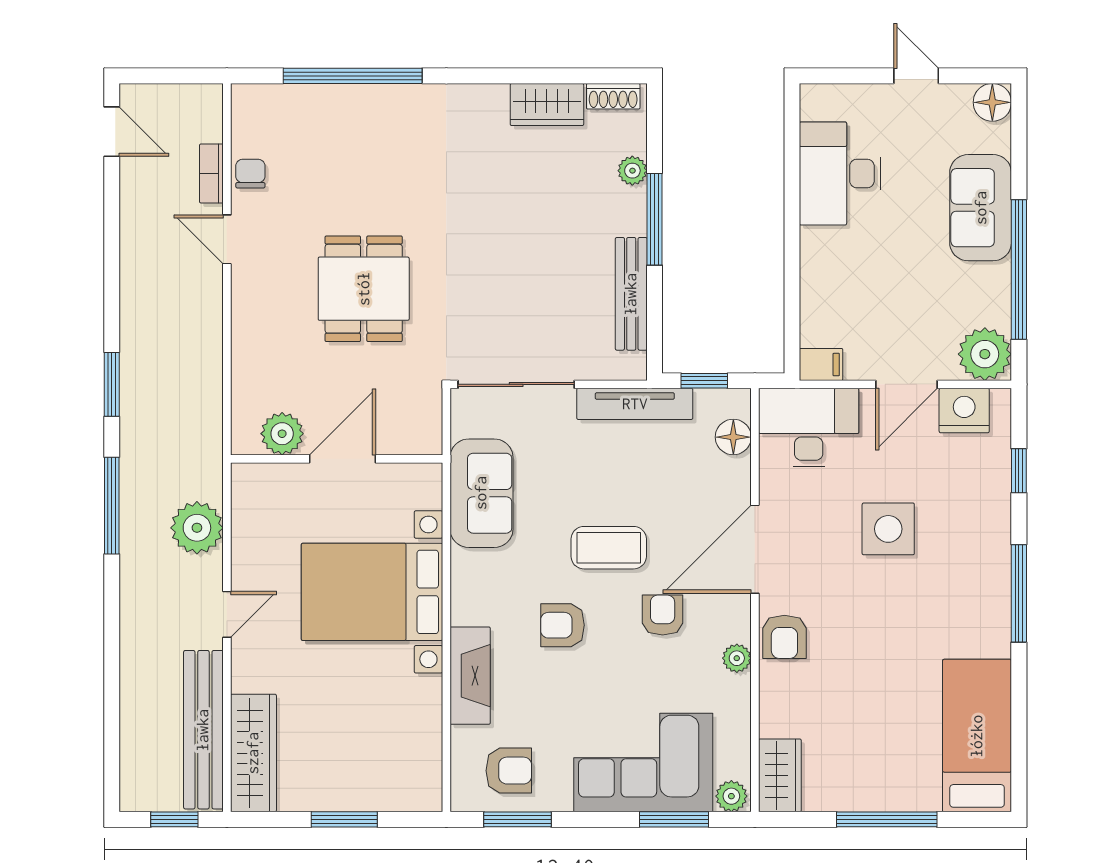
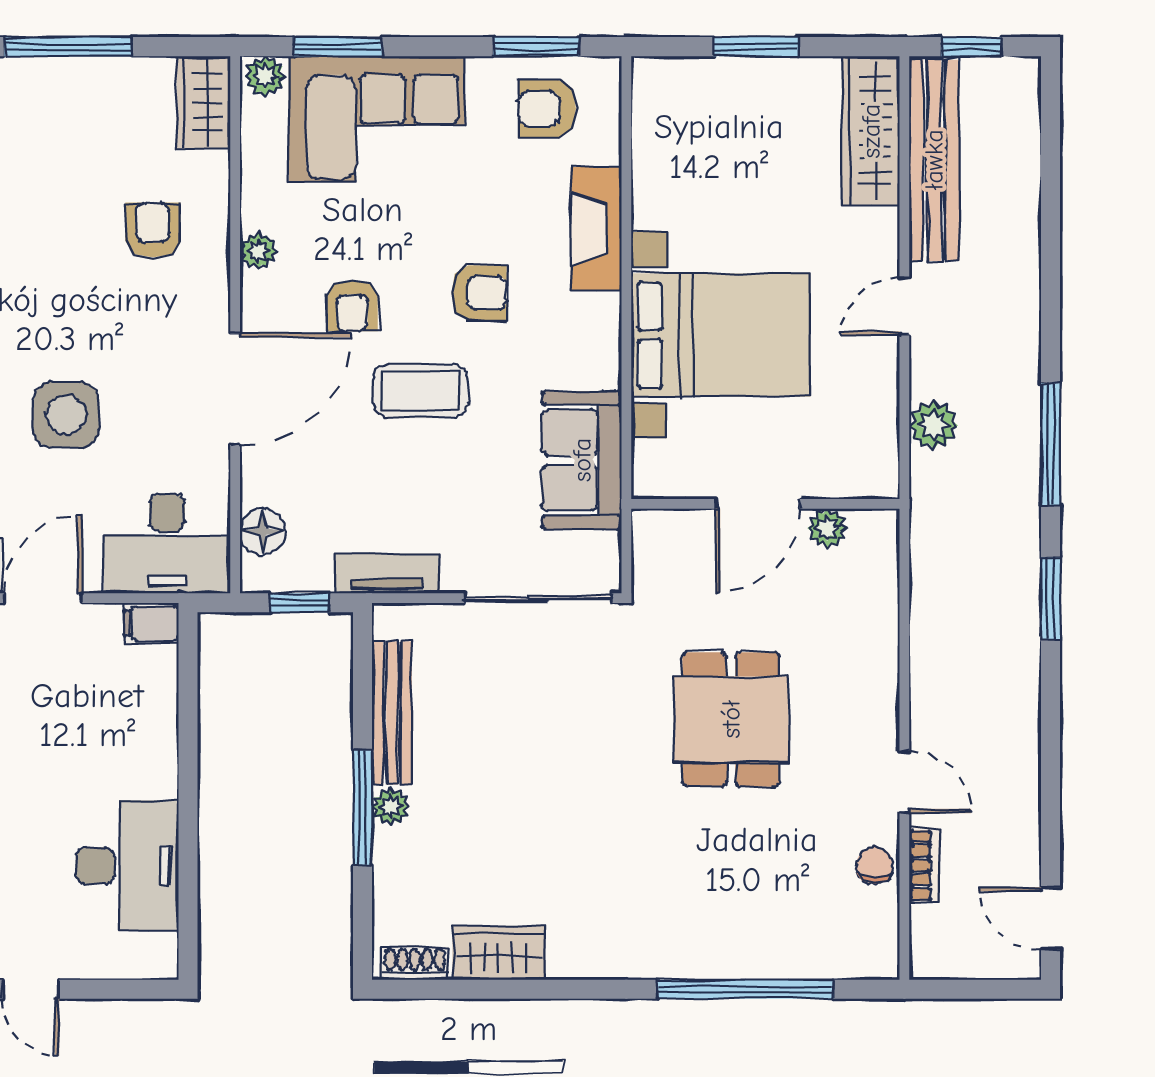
plant: (632, 171) -> (390, 807), moved
chair: (250, 174) -> (875, 865), turned 180
tv unit: (635, 404) -> (387, 573), width x0.71
plant: (282, 434) -> (827, 528), width x0.73, depth x0.73
plant: (197, 528) -> (934, 425), width x0.73, depth x0.73
armchair: (784, 637) -> (153, 230), moved

